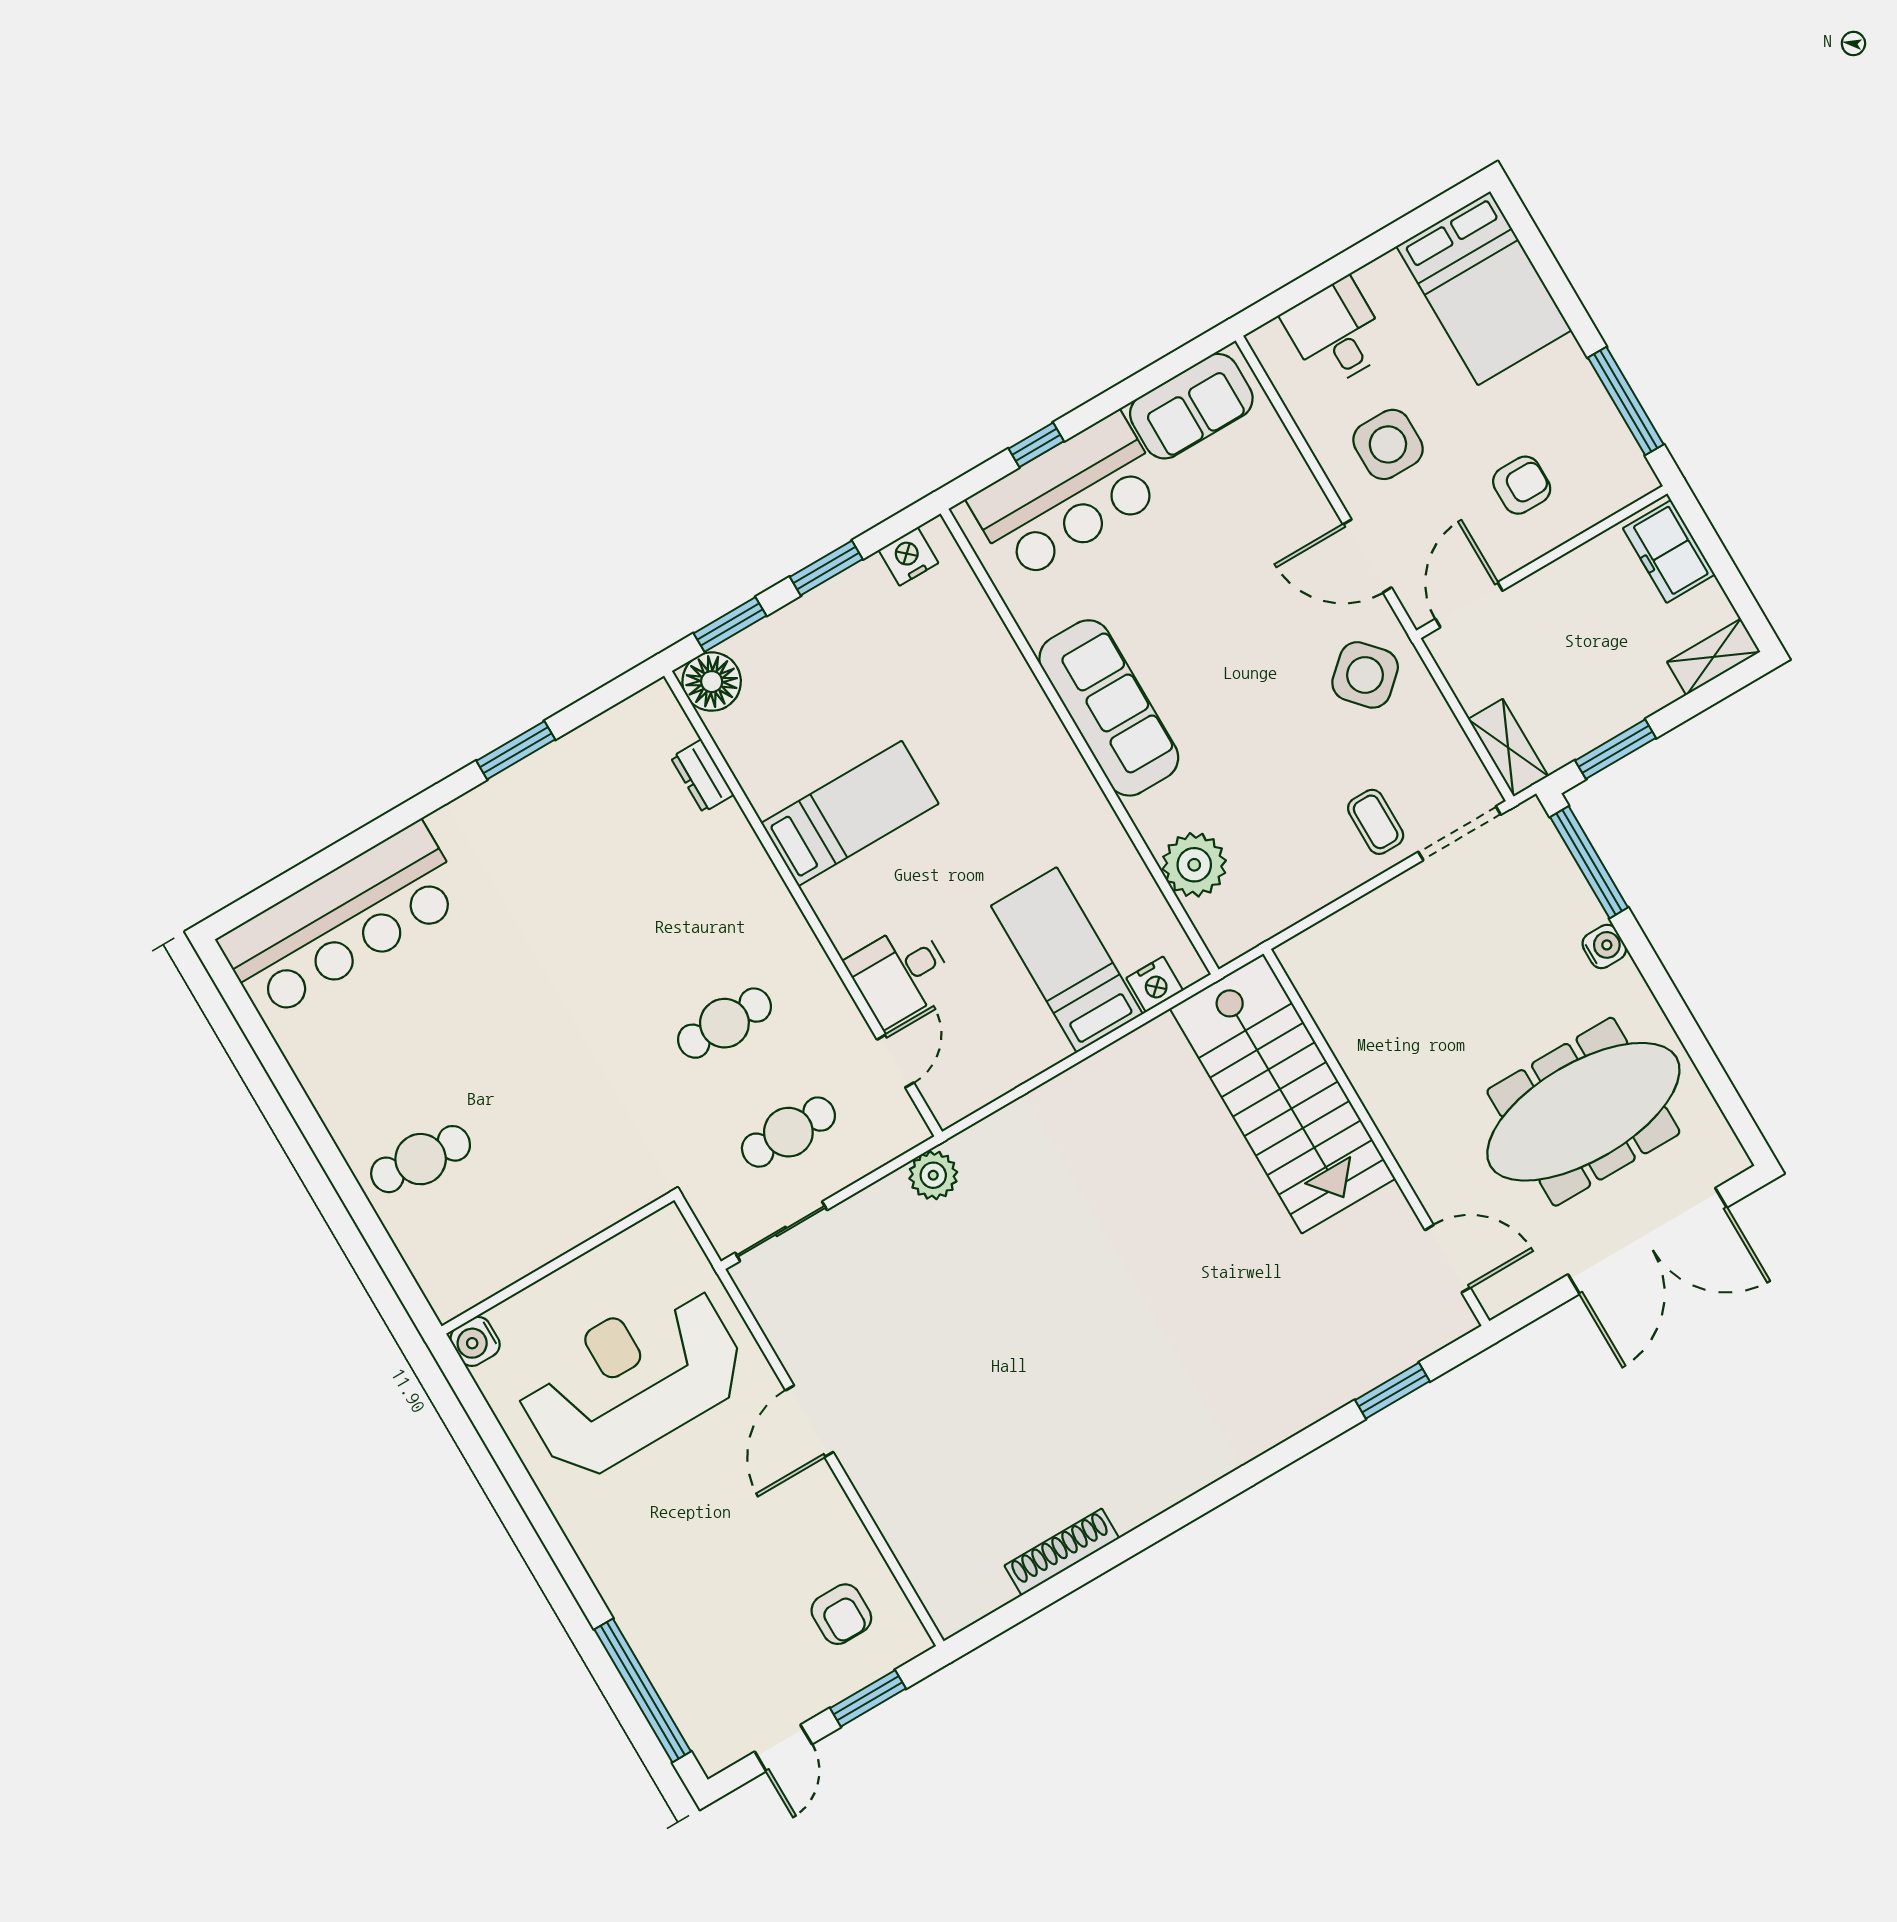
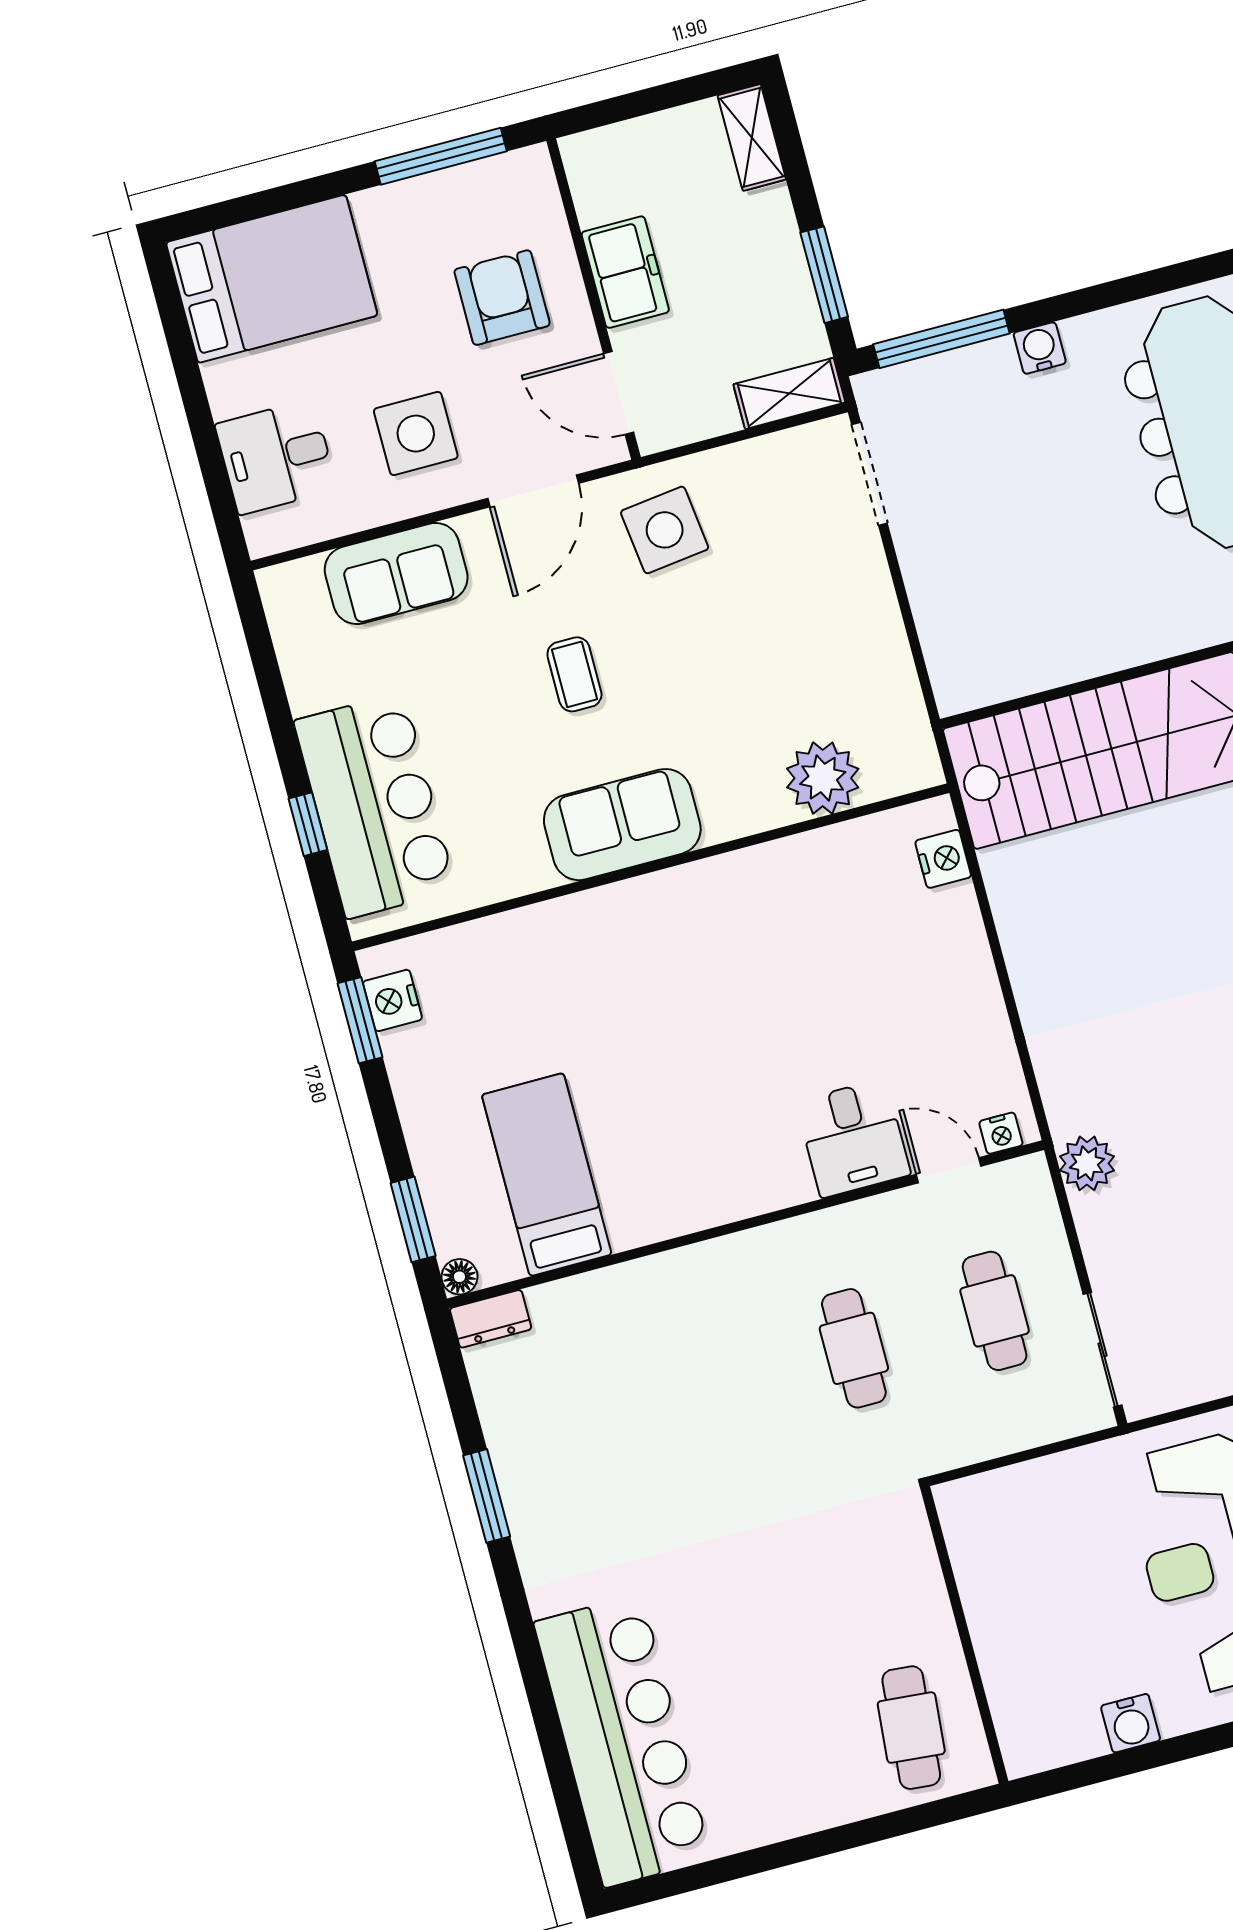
sofa: (1191, 406) -> (396, 574), moved, turned 90
armchair: (1522, 485) -> (502, 298), width x1.38, depth x1.38
freezer: (1669, 551) -> (625, 272), moved, turned -90
window: (826, 568) -> (360, 1020), moved
side table: (1365, 675) -> (665, 530), turned 35
floor lamp: (712, 682) -> (459, 1277), width x0.53, depth x0.53
sofa: (1109, 708) -> (622, 825), width x0.73
dresser: (702, 776) -> (491, 1319), moved
bed: (850, 813) -> (547, 1175), moved
coffee table: (1376, 822) -> (574, 674), moved, turned 90
bed: (1067, 960) -> (889, 949), removed
nightstand: (938, 1096) -> (1001, 1133), added
wall: (558, 1263) -> (964, 1635), moved

